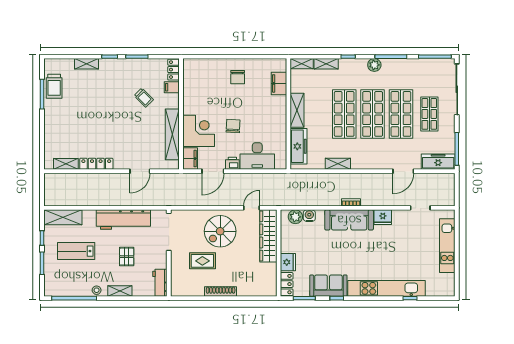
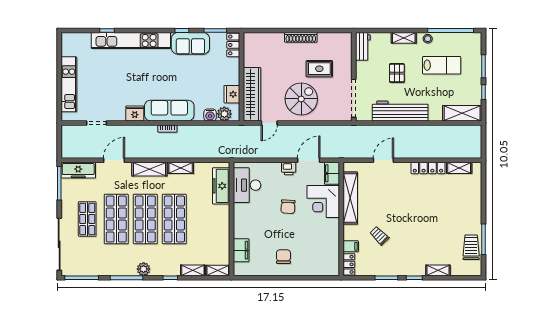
shelving: (297, 110) -> (149, 169), moved, turned 90
desk: (257, 156) -> (247, 185), moved, turned -90
lab bench: (76, 251) -> (442, 65), moved
fridge: (288, 262) -> (232, 94), moved

